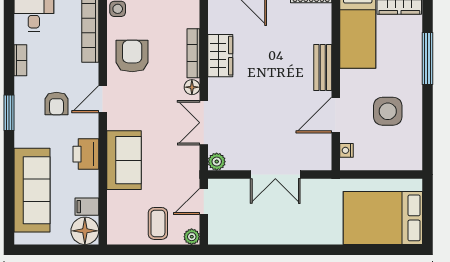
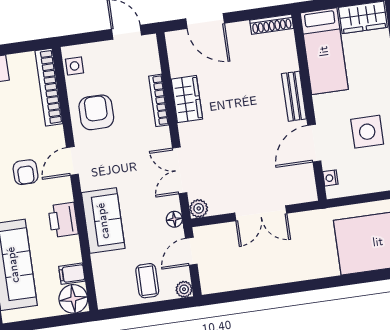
floor lamp: (192, 87) -> (174, 219), moved

